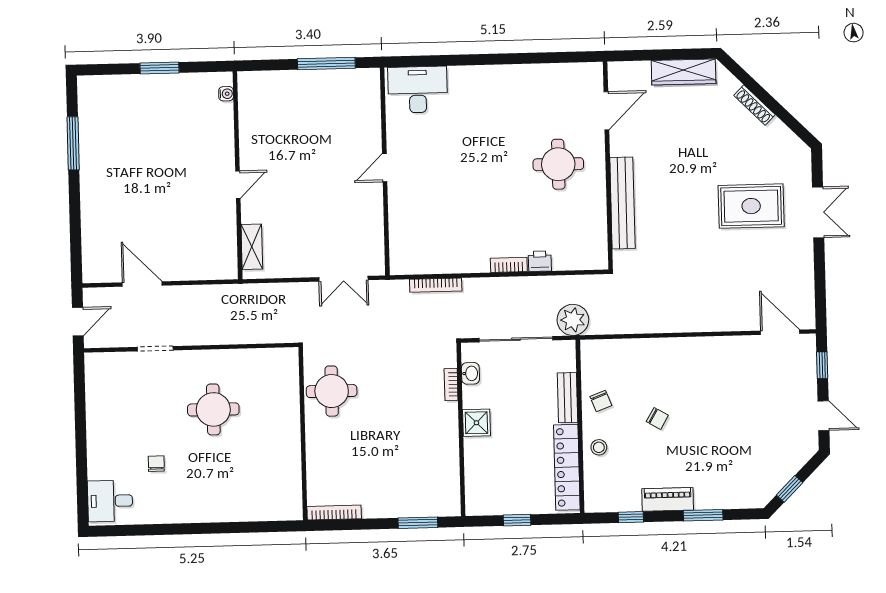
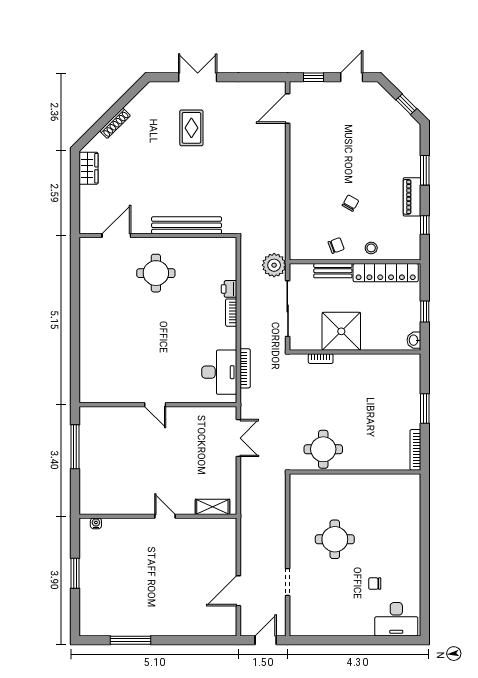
wardrobe: (684, 72) -> (89, 168), width x0.67
desk: (418, 90) -> (219, 372), moved, turned 180
door: (606, 111) -> (116, 236), hinge flipped
rug: (751, 206) -> (191, 128), width x0.73, depth x0.70
door: (78, 322) -> (266, 640), hinge flipped
washbasin: (470, 373) -> (414, 340), moved, turned -90
shower: (476, 423) -> (341, 331), width x1.86, depth x1.86
desk: (110, 501) -> (396, 619), width x1.37
window: (418, 523) -> (425, 408), moved

